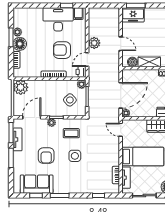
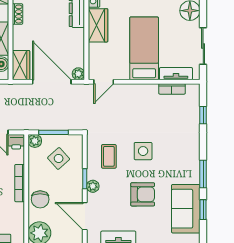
wardrobe: (132, 75) -> (21, 65), added
chair: (43, 88) -> (40, 199), added

